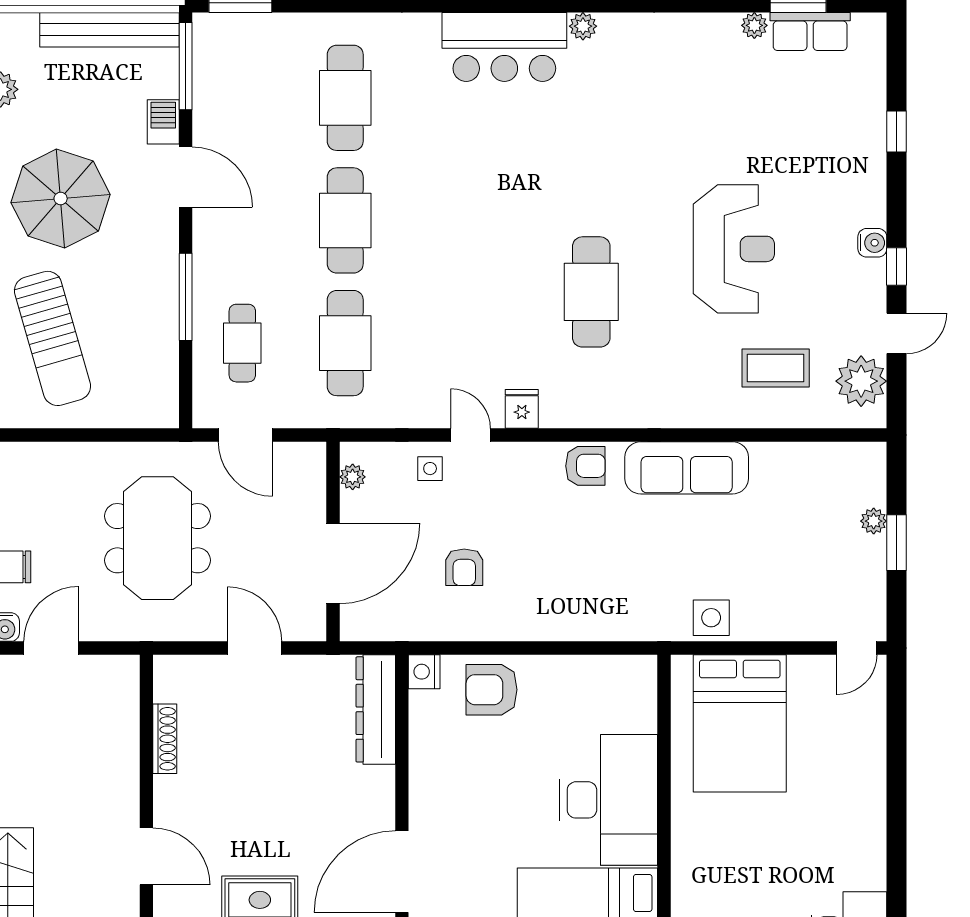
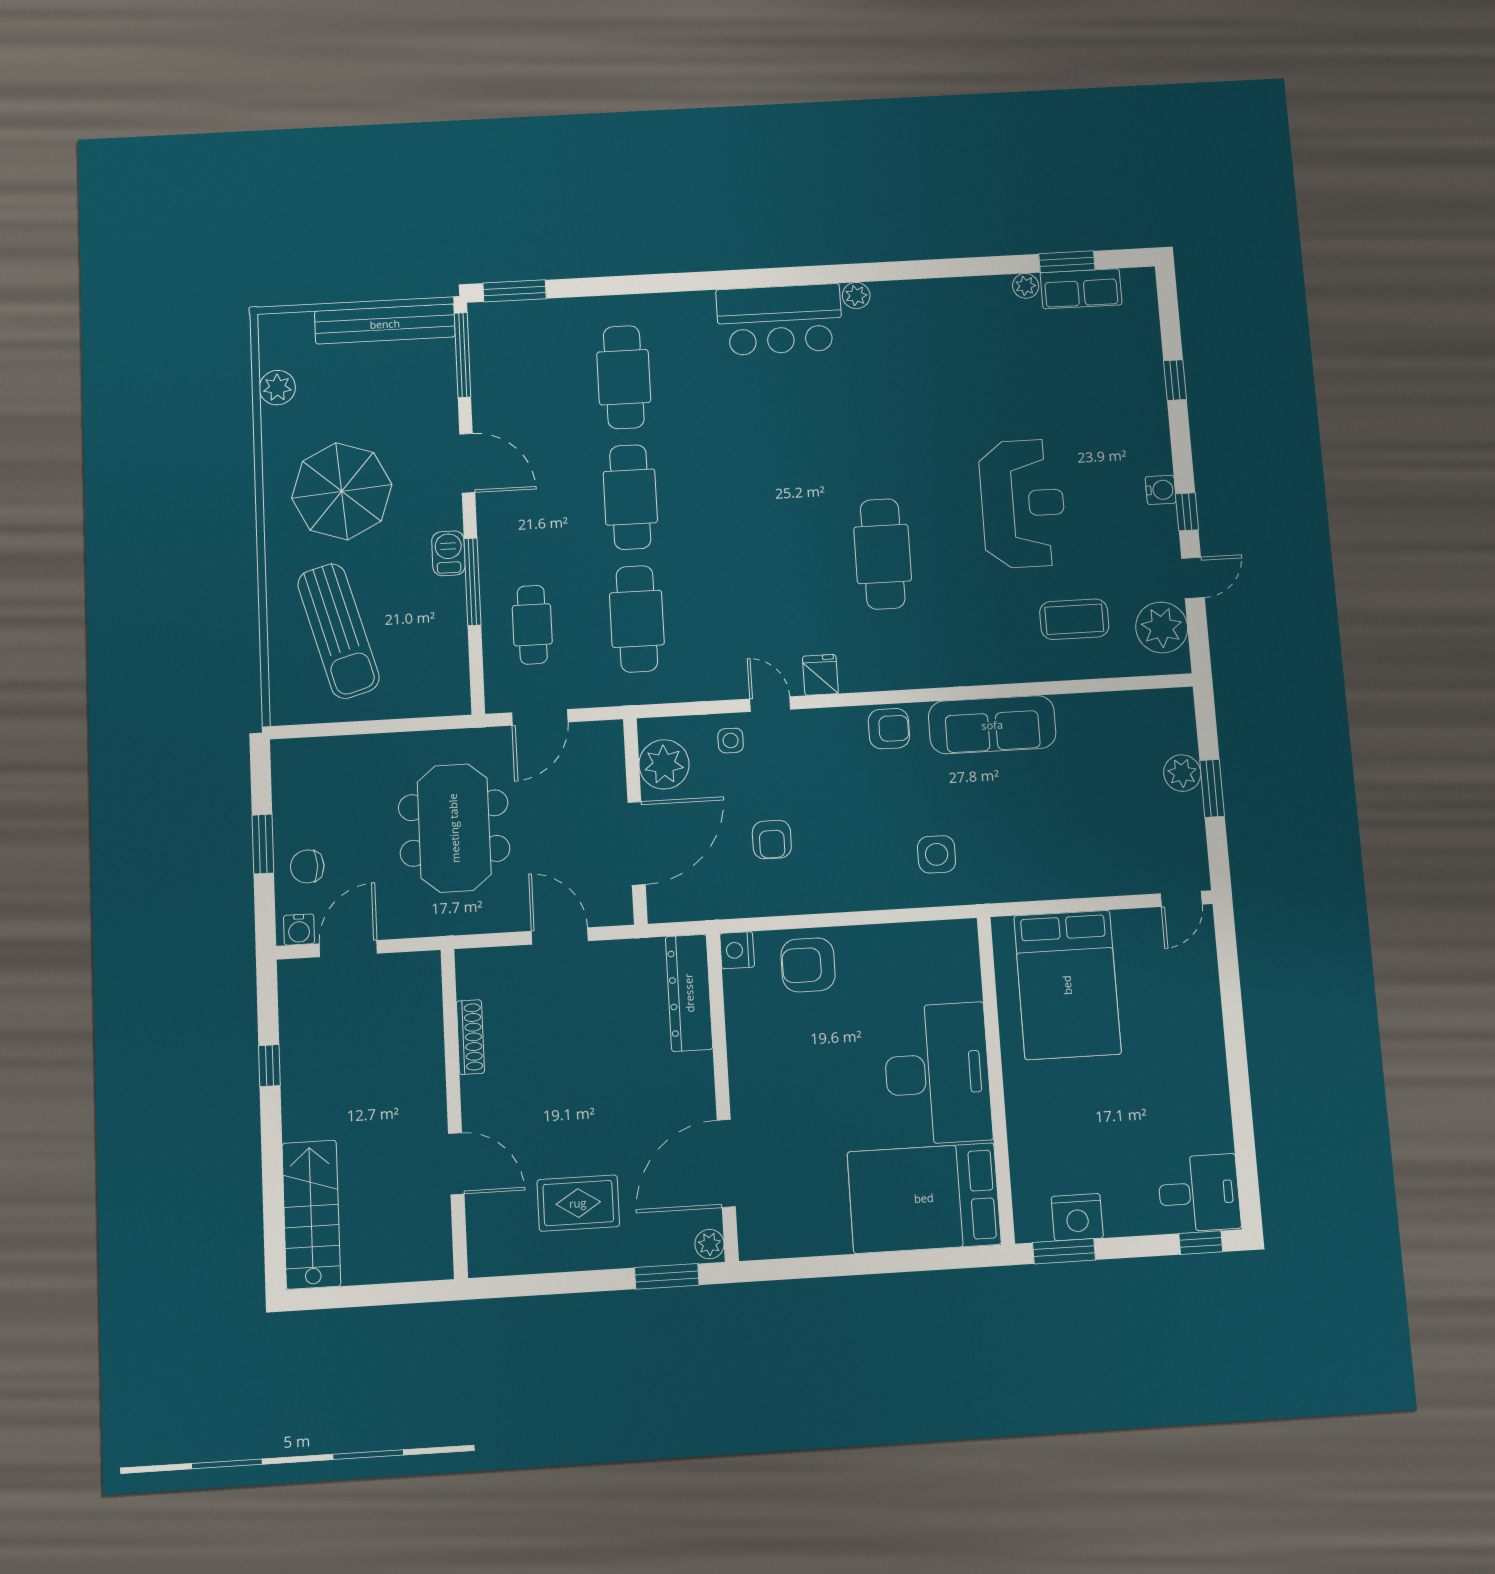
barbecue: (163, 122) -> (448, 553), moved
door: (245, 435) -> (540, 717), hinge flipped
plant: (353, 477) -> (664, 764), width x1.87, depth x1.87
plant: (874, 521) -> (1182, 773), width x1.38, depth x1.38
side table: (711, 618) -> (937, 854), moved

